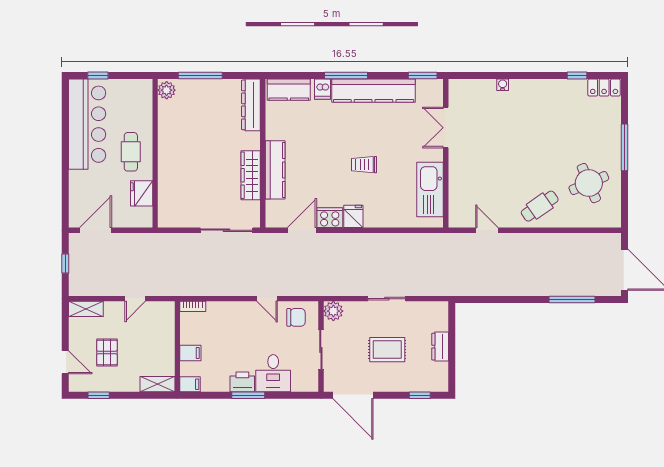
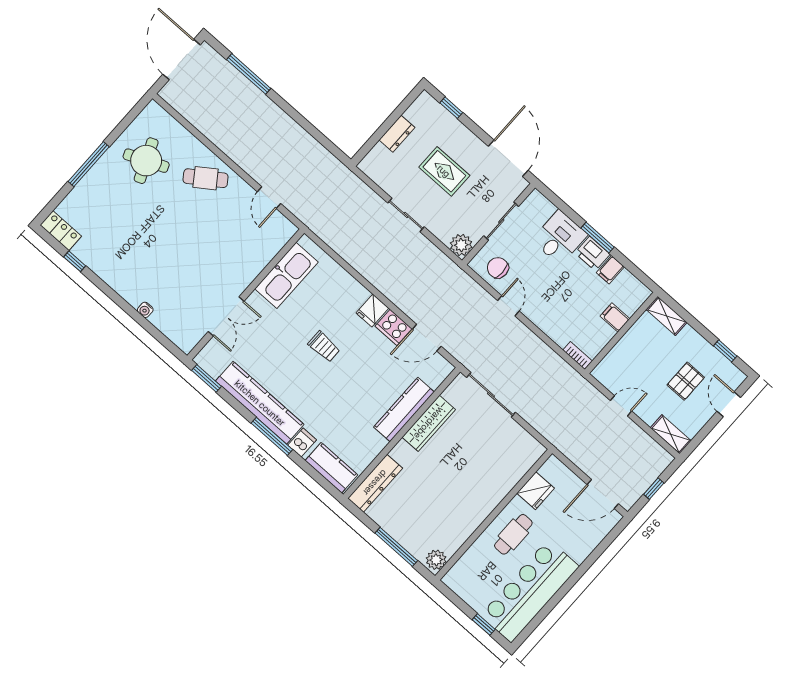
filing cabinet: (190, 384) -> (610, 270), moved, turned -90

